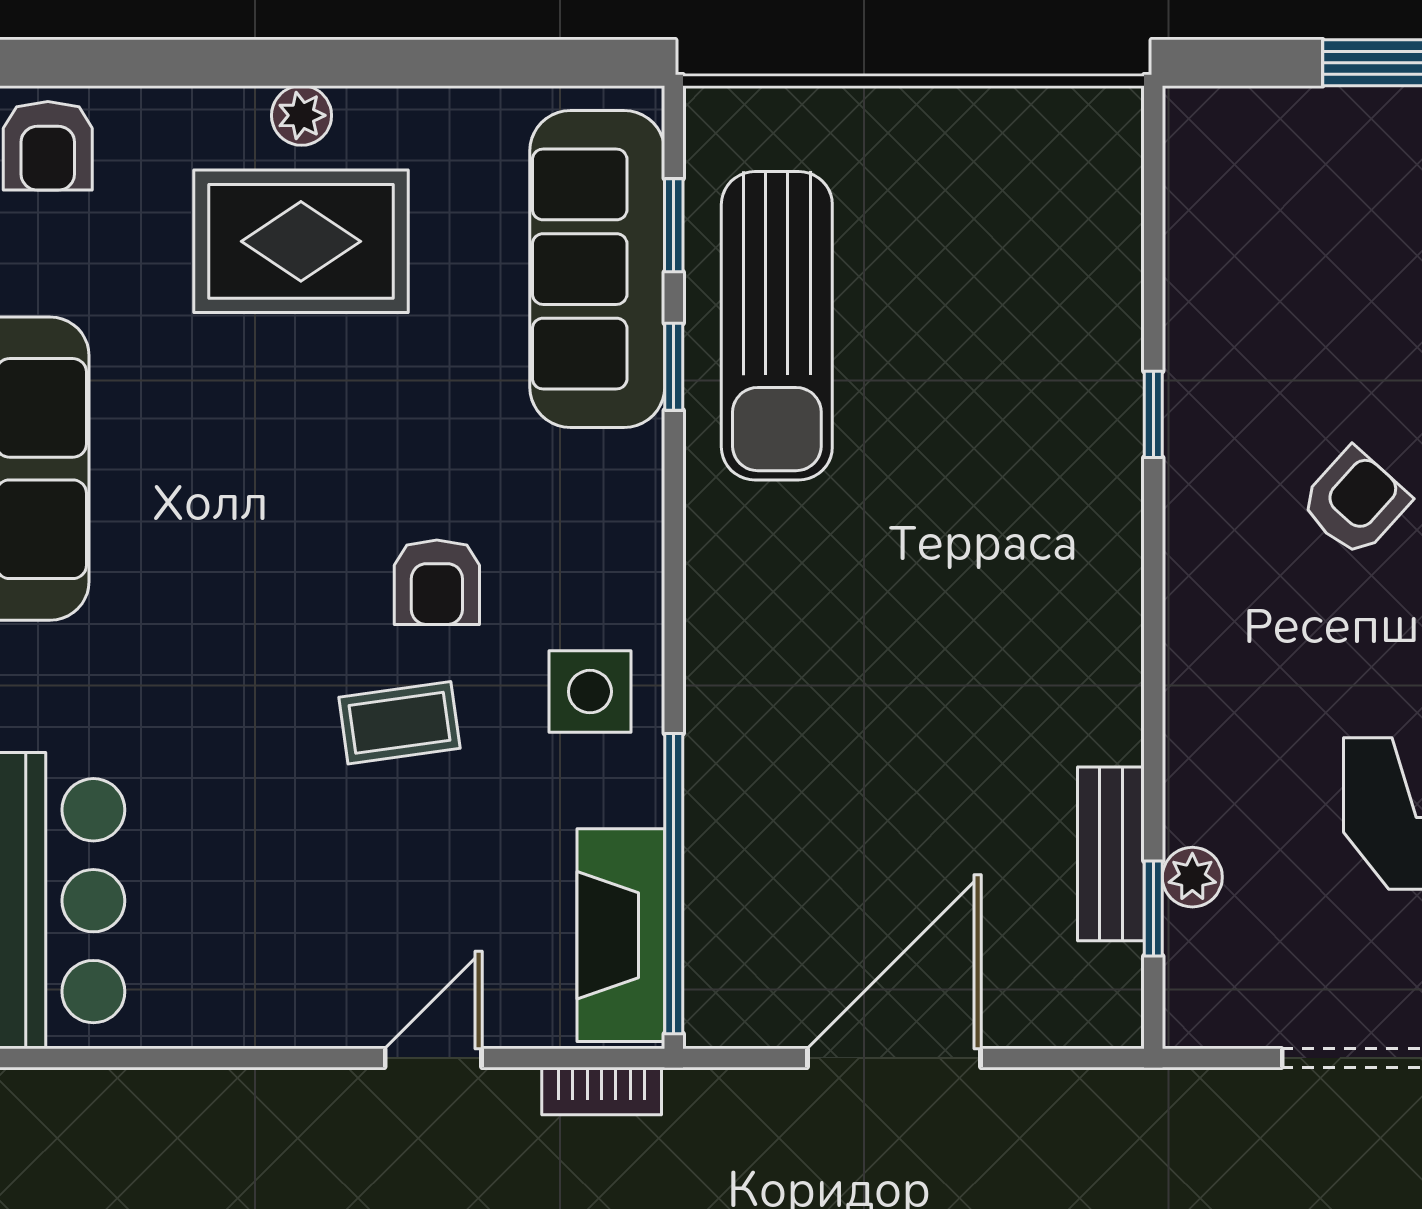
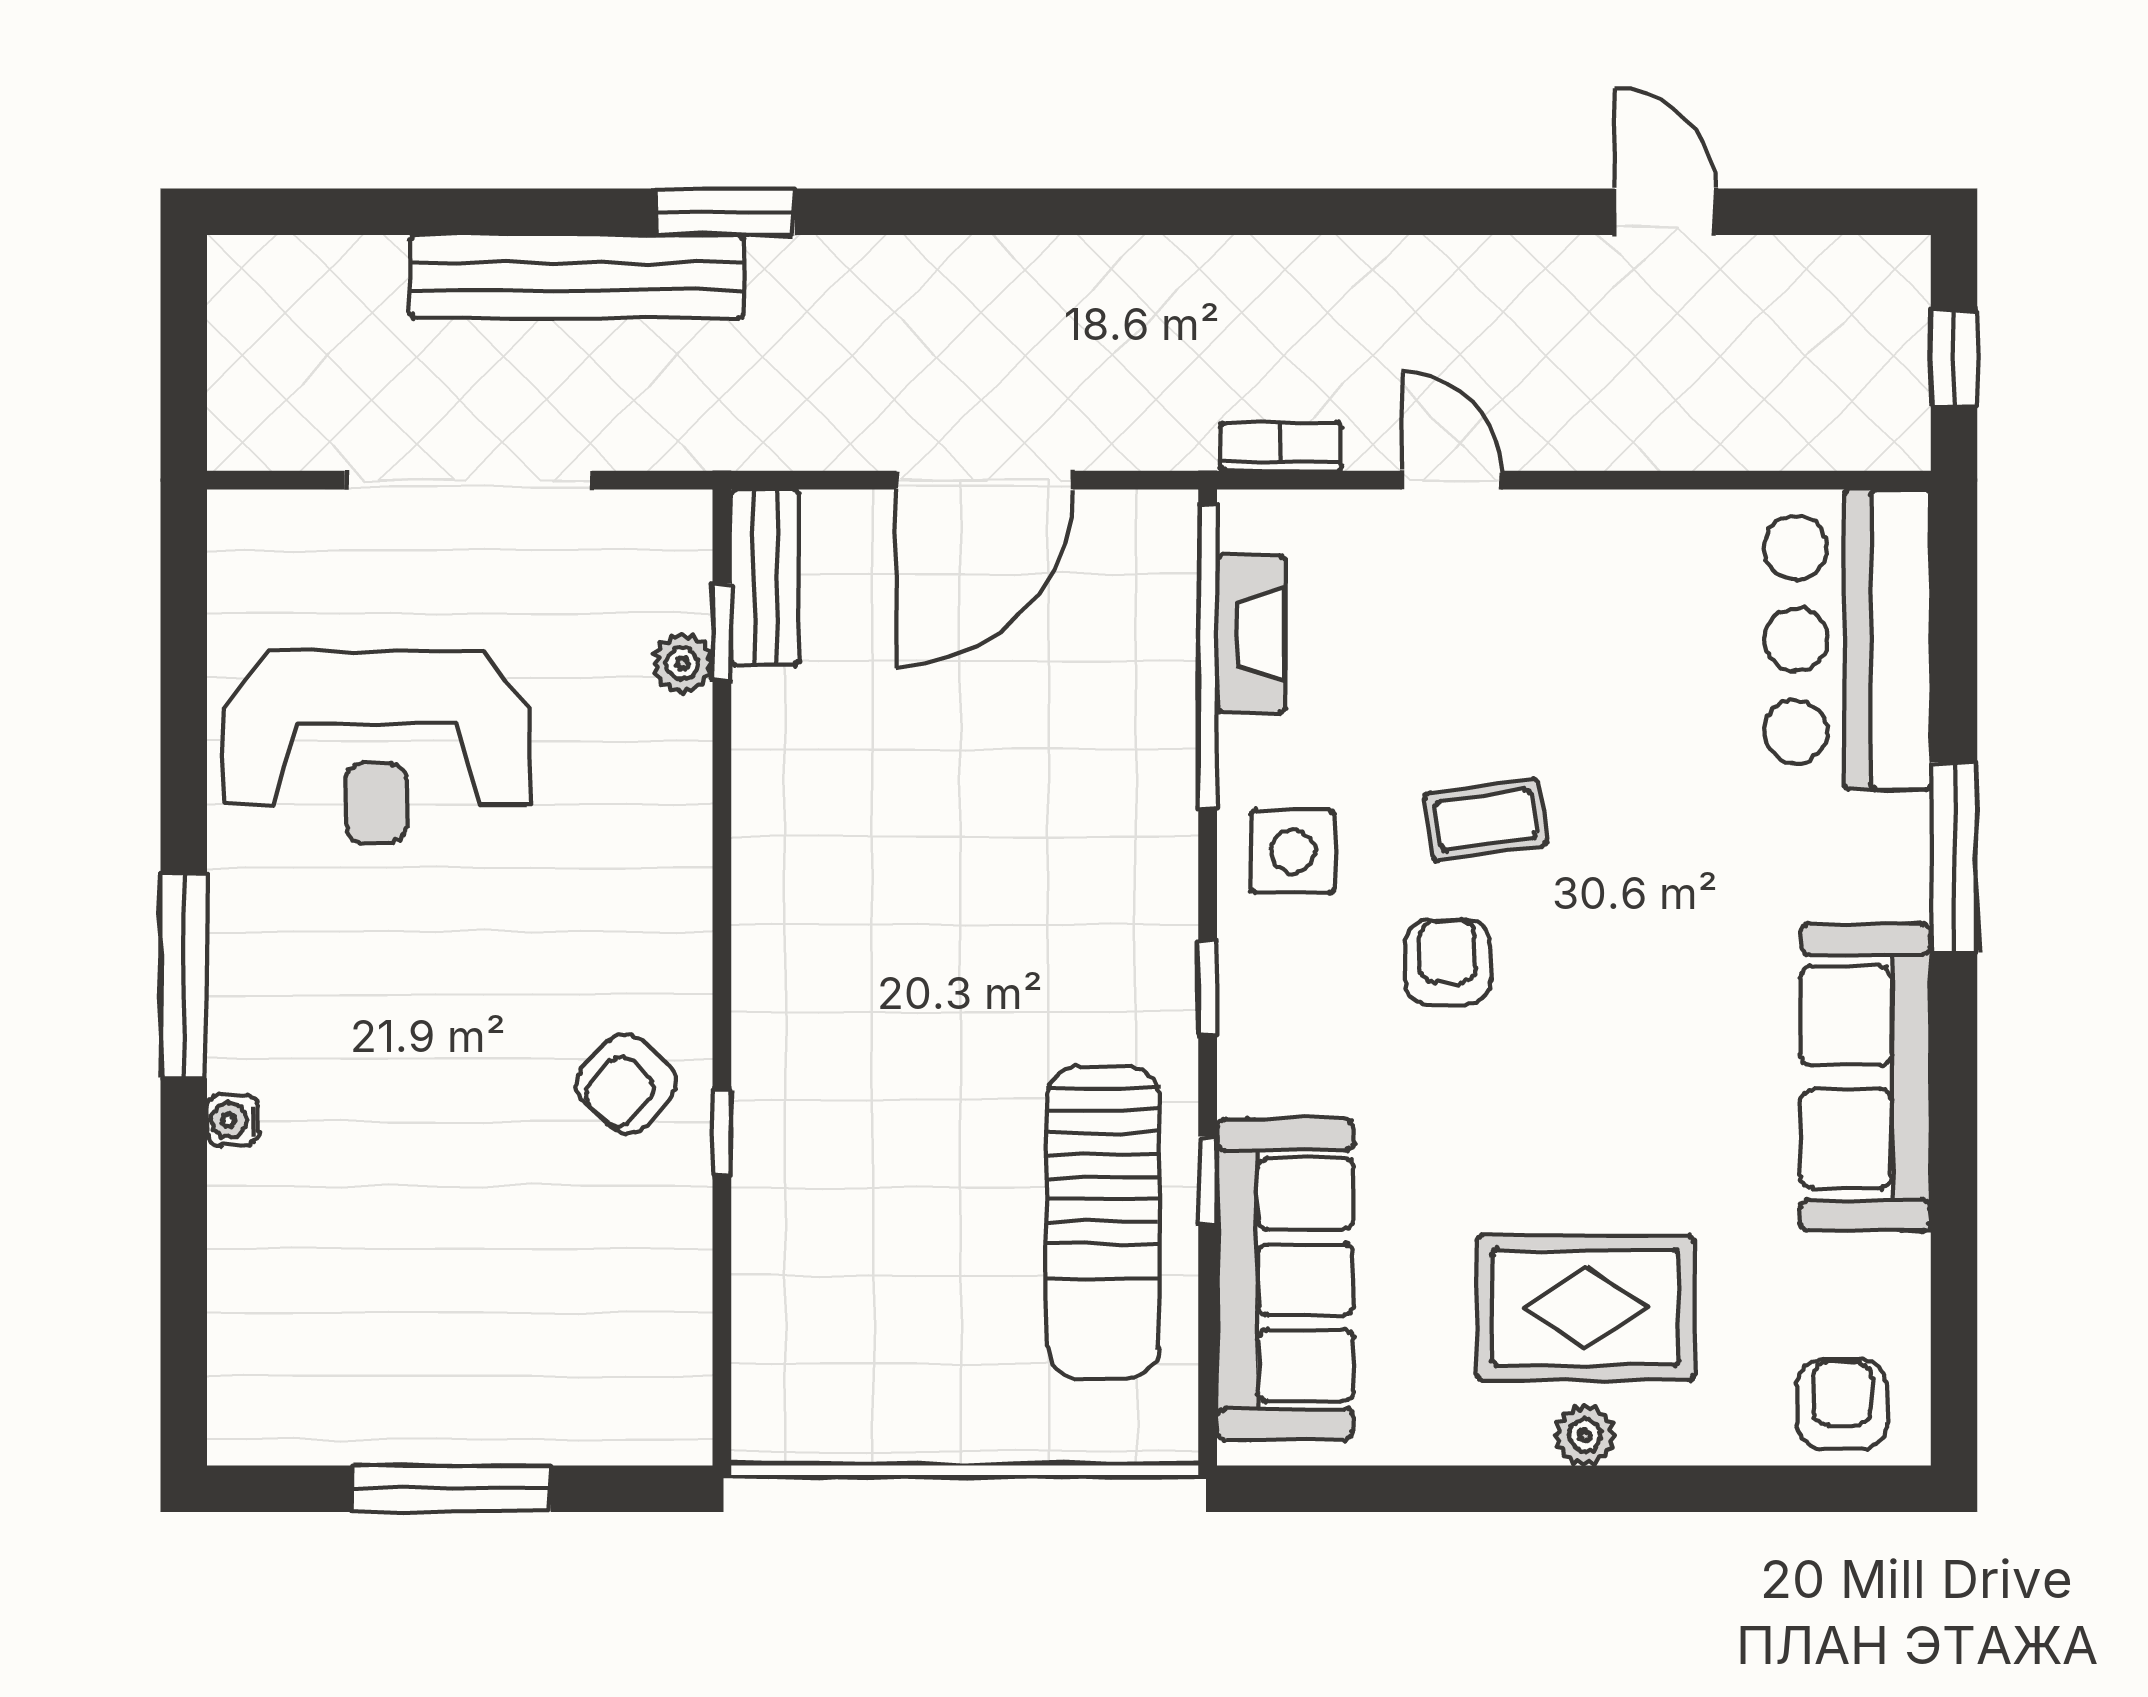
window: (674, 225) -> (1208, 988), moved
sun lounger: (777, 326) -> (1103, 1222), turned 180
armchair: (1355, 502) -> (626, 1084), moved
bench: (1111, 854) -> (765, 578), moved
fireplace: (621, 935) -> (1251, 634), width x0.73, depth x0.76
door: (433, 1058) -> (1451, 480), swing flipped

